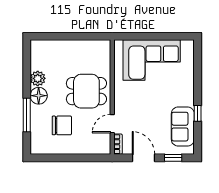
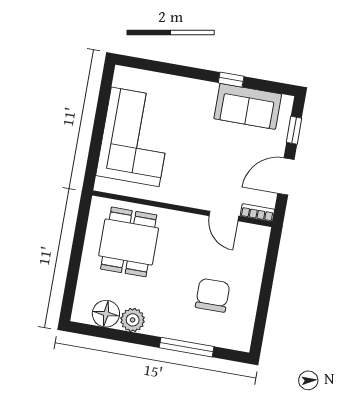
dining table: (86, 91) -> (129, 242), moved
floor lamp: (39, 96) -> (106, 314), moved

